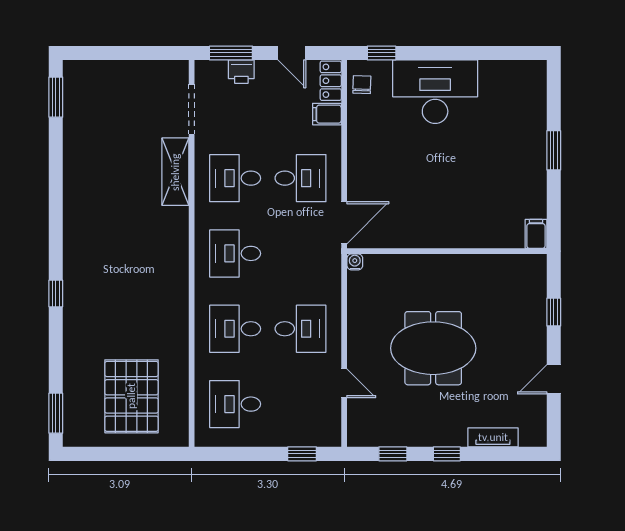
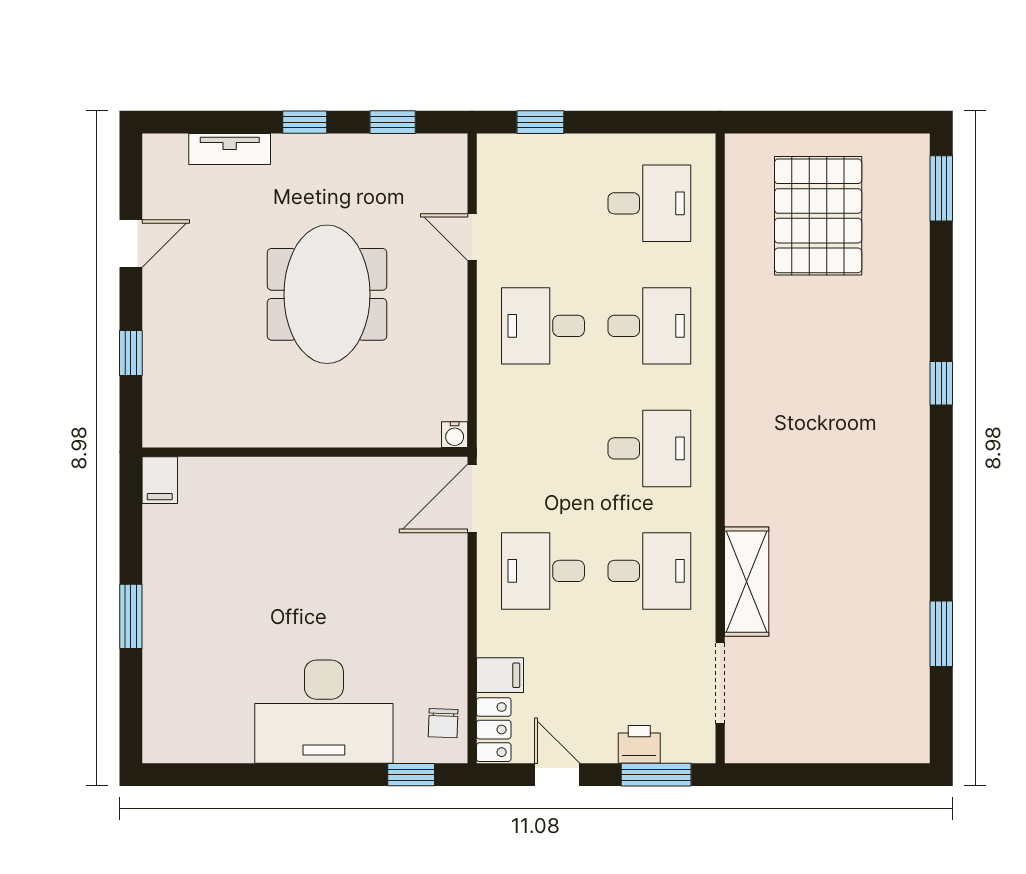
window: (56, 97) -> (941, 634), moved
meeting table: (433, 348) -> (327, 294), turned 90

